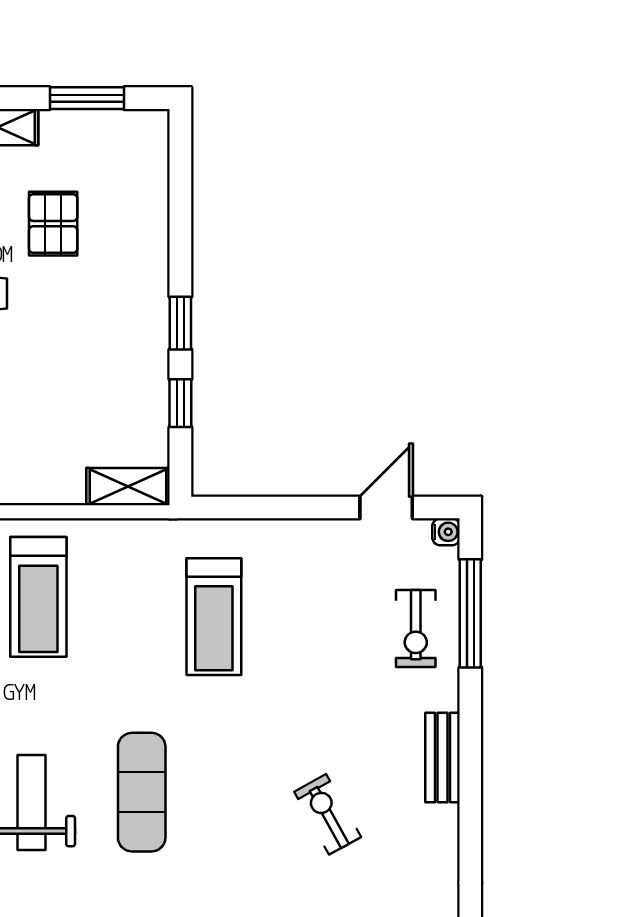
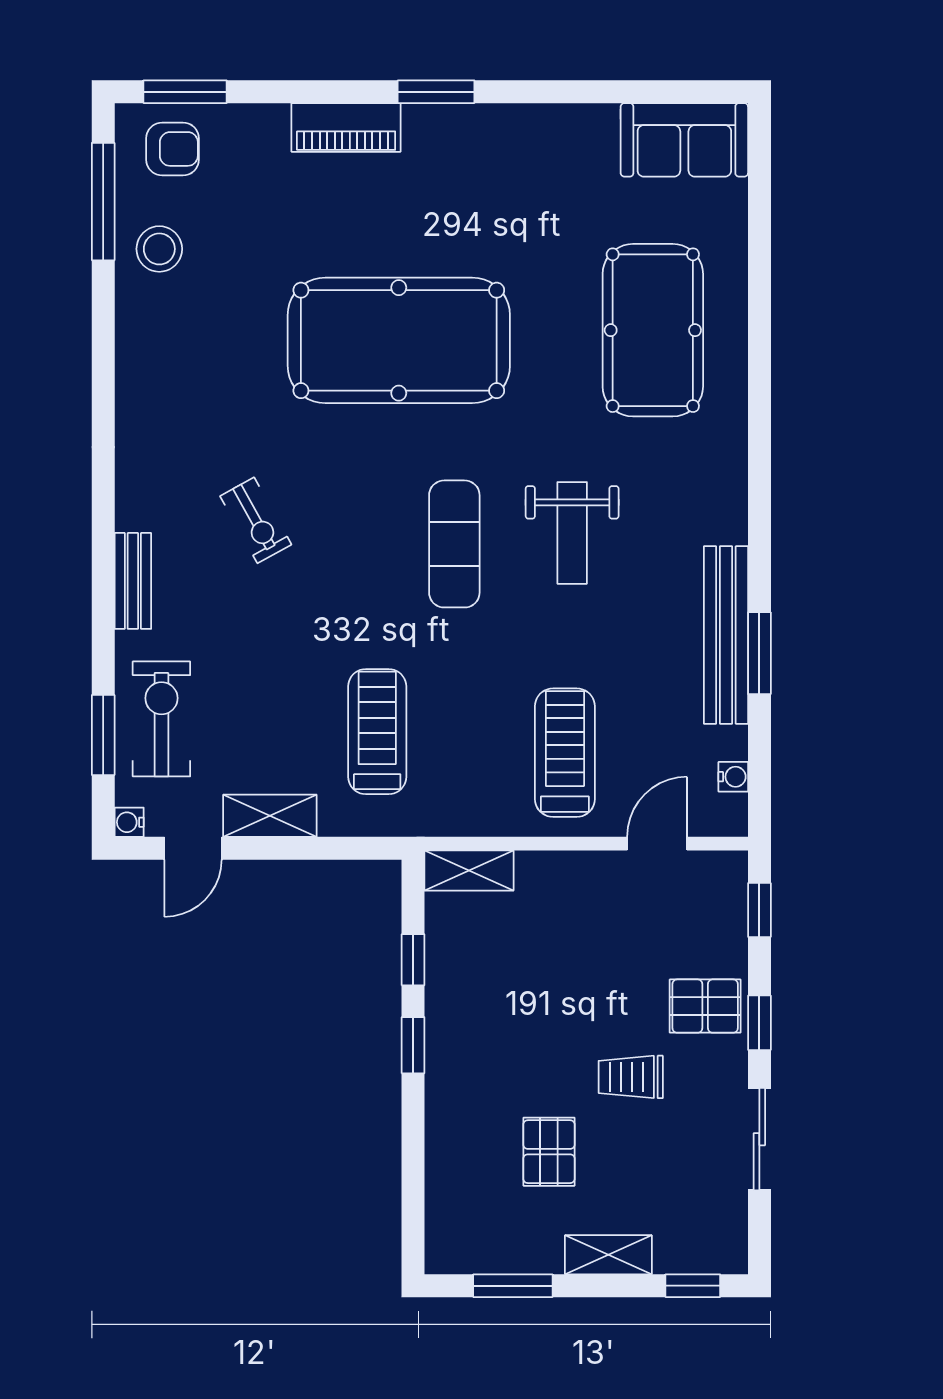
shelving: (314, 538) -> (270, 816), added
window: (470, 613) -> (103, 735), width x0.69
exercise bike: (416, 628) -> (161, 719), width x1.38, depth x1.39

